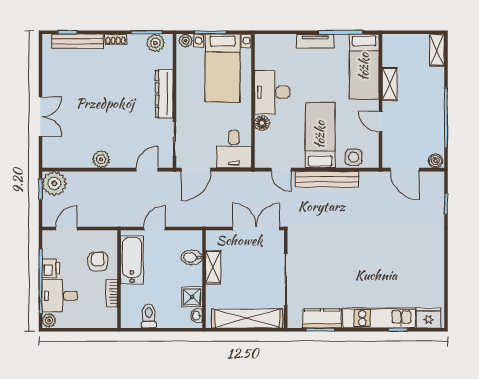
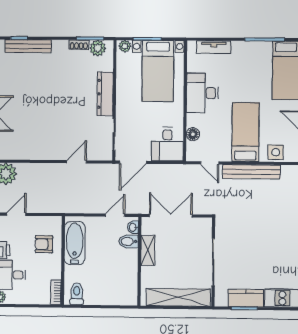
shoe rack: (116, 39) -> (79, 45), moved
tv unit: (315, 41) -> (214, 47), moved
floor lamp: (262, 123) -> (193, 134), moved
plant: (101, 159) -> (48, 152), removed
door: (147, 170) -> (77, 162), moved
door: (155, 228) -> (115, 215), moved
double door: (256, 228) -> (171, 216), moved
armchair: (98, 261) -> (44, 244), turned -90
bookcase: (112, 293) -> (56, 292), moved
shower: (192, 297) -> (128, 277), removed
toilet: (149, 316) -> (77, 294), moved
washbasin: (197, 316) -> (133, 227), moved

